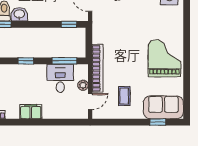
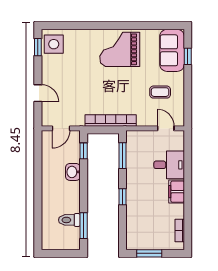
washbasin: (19, 14) -> (73, 172), moved
bookcase: (98, 68) -> (111, 121), moved
desk: (60, 78) -> (169, 165), moved, turned 180
plant: (83, 85) -> (148, 136), removed

